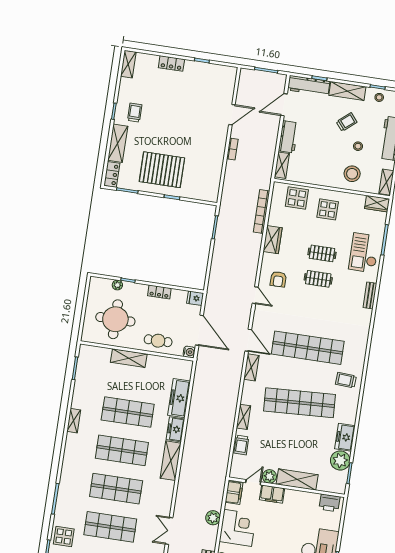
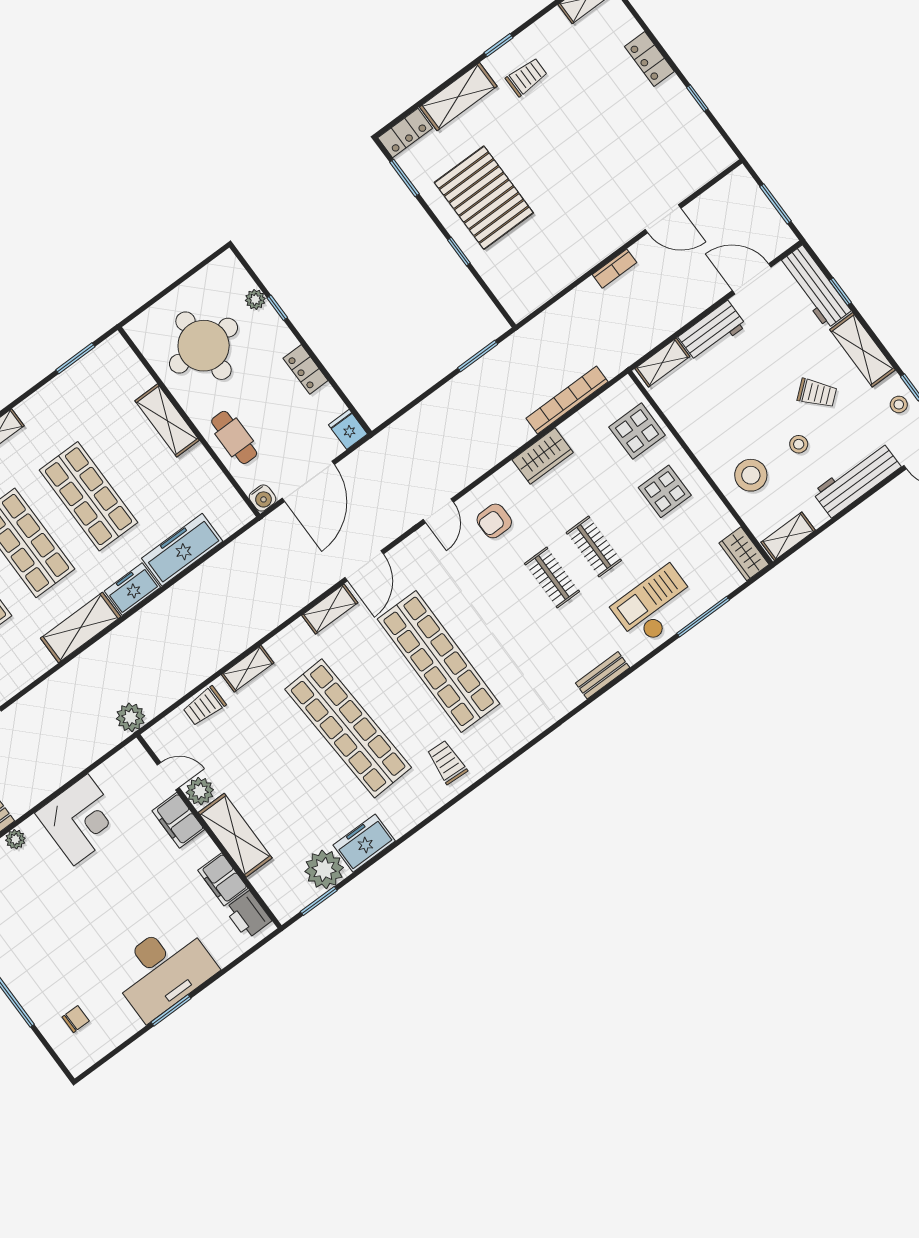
filing cabinet: (234, 493) -> (223, 879), moved, turned 90
plant: (213, 518) -> (131, 717), moved

